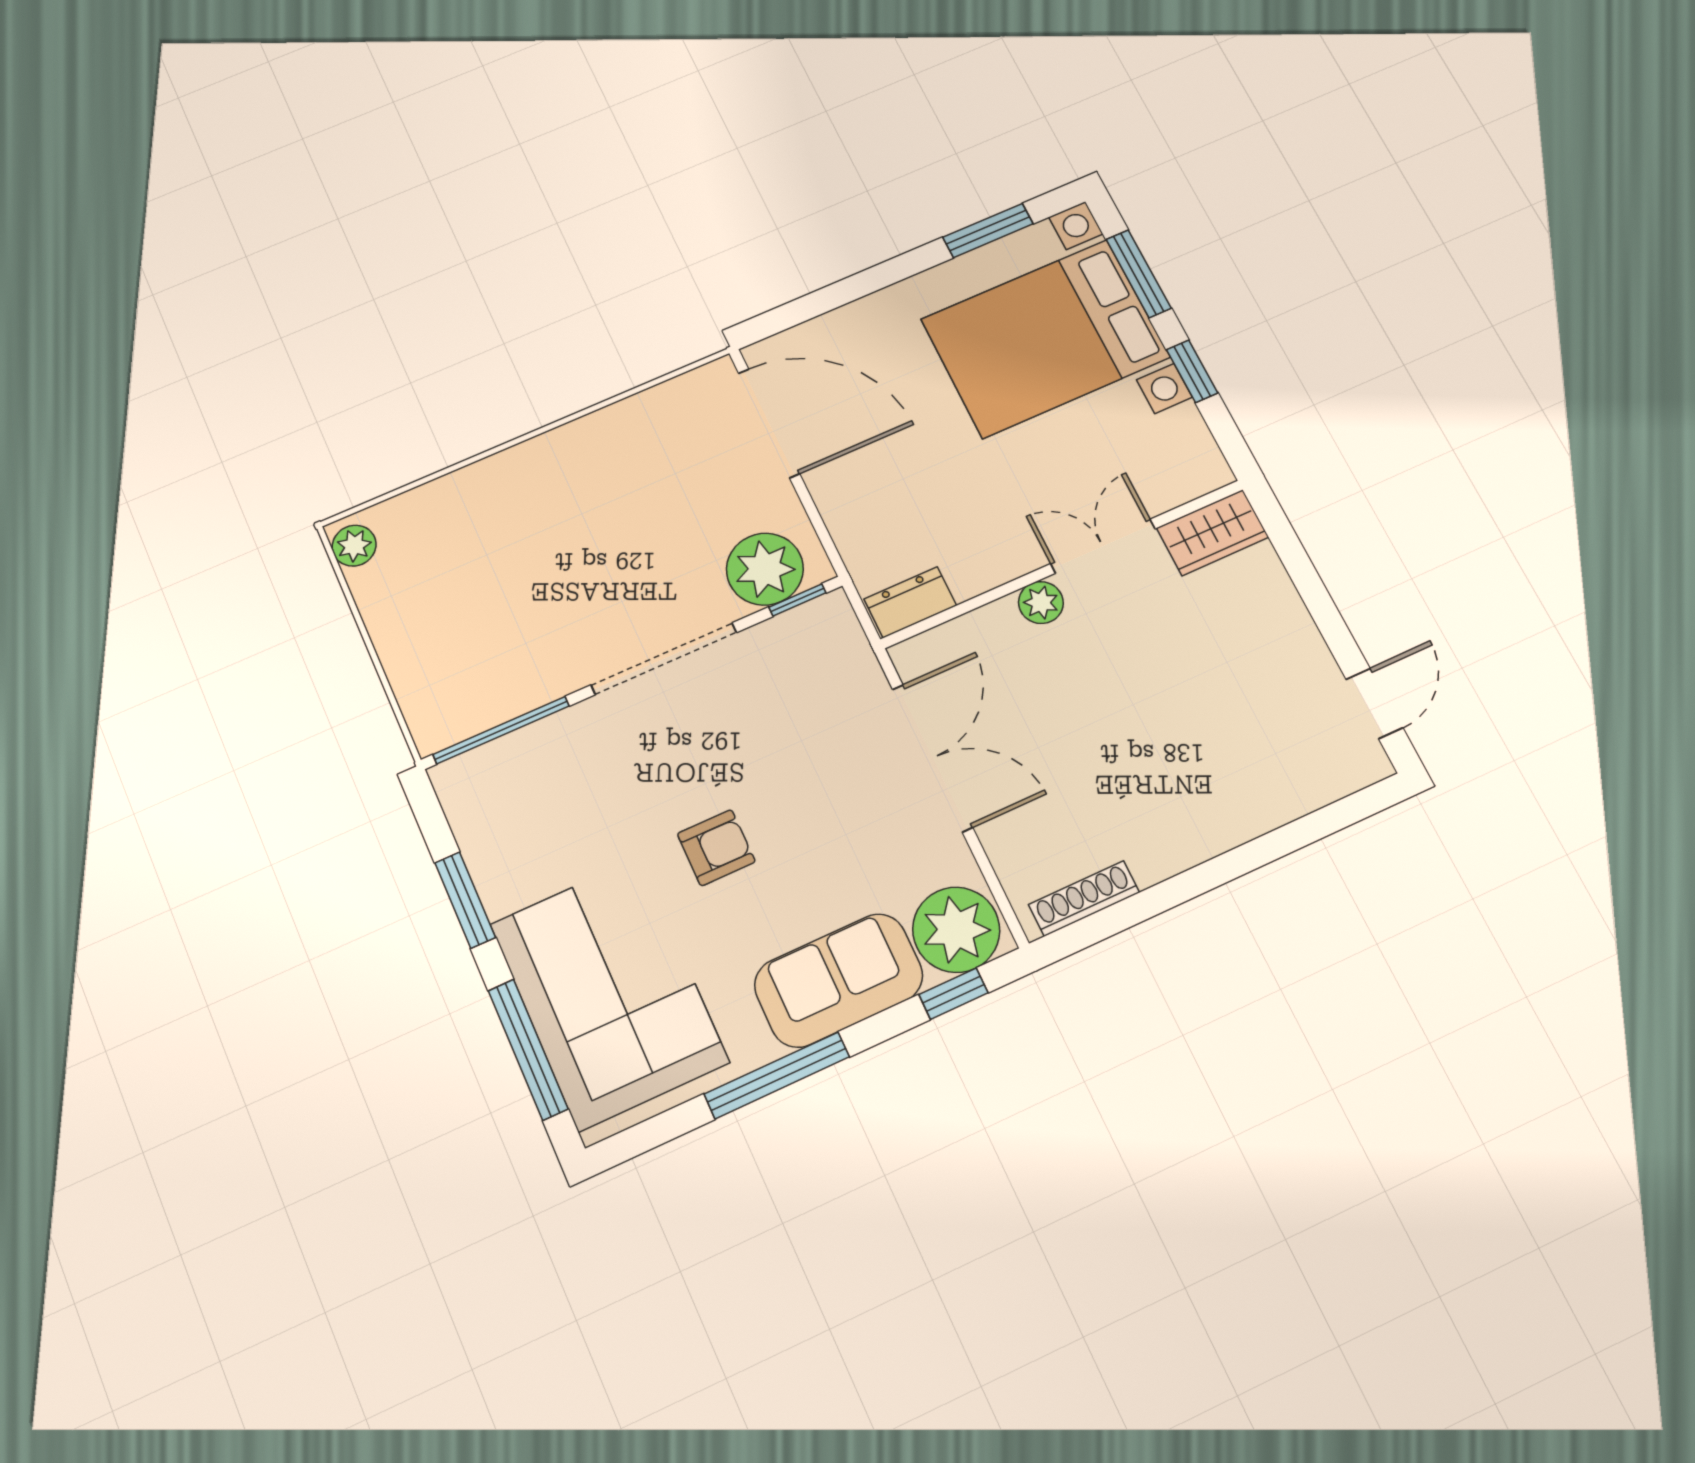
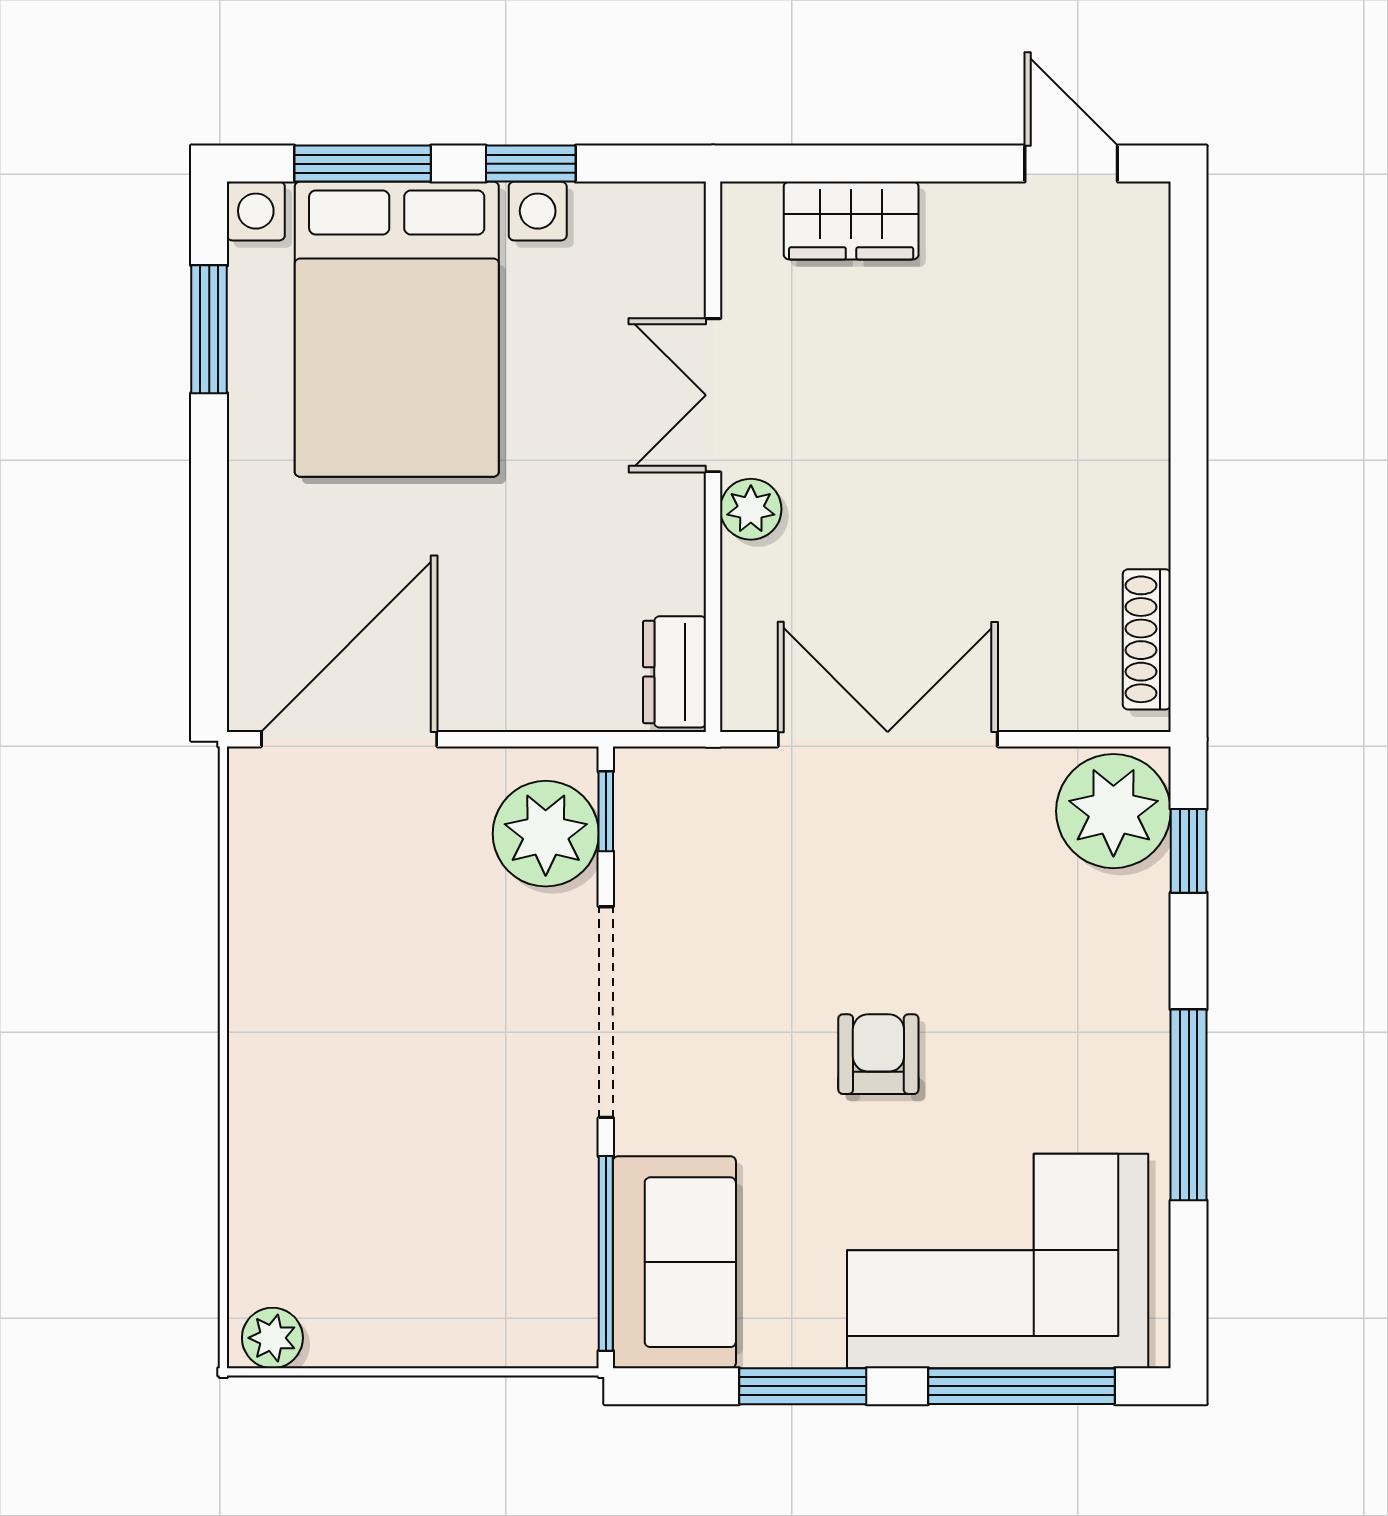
wardrobe: (1213, 533) -> (851, 221), moved, turned 90
sofa: (839, 980) -> (674, 1262), moved, turned 180

